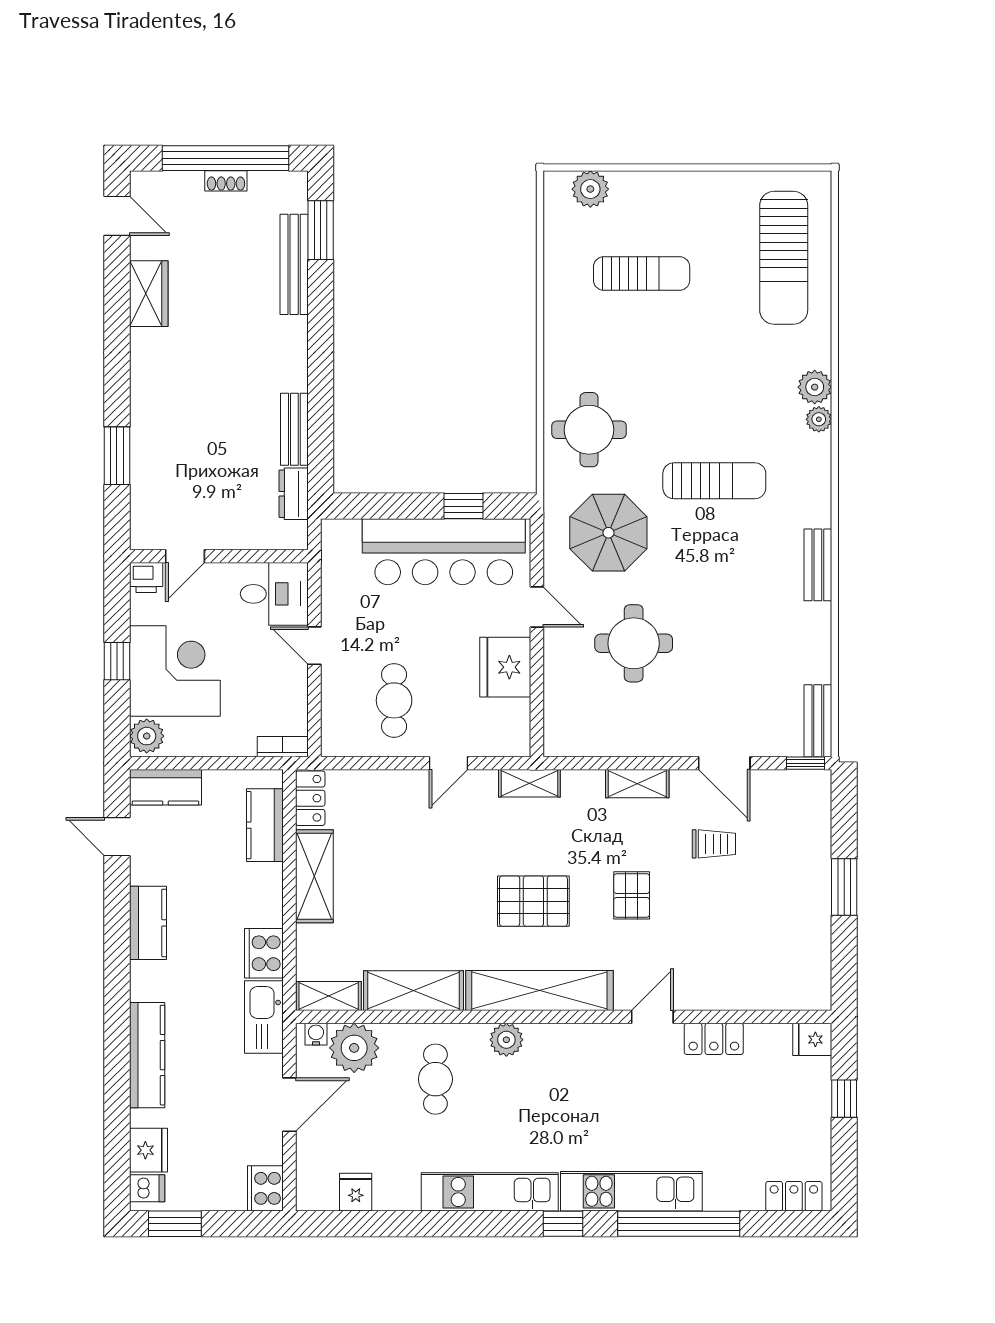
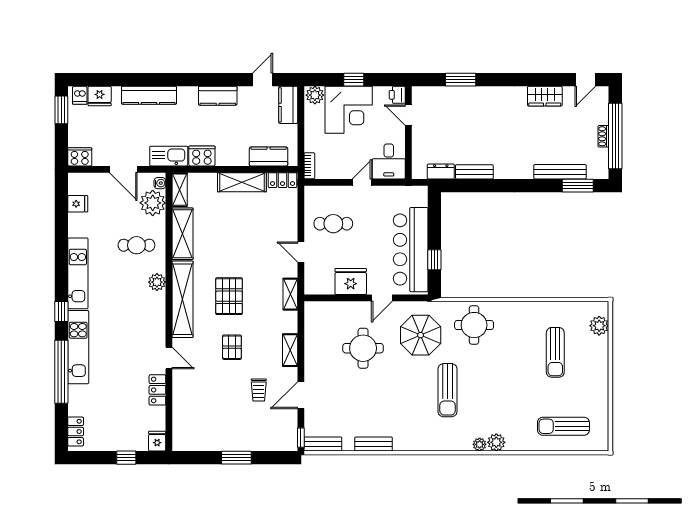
sun lounger: (784, 258) -> (563, 426), width x0.73, depth x0.75
bench: (818, 565) -> (374, 444), moved
pallet: (632, 895) -> (232, 347), turned 90

